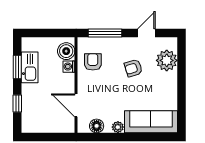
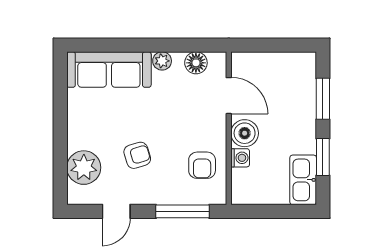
boiler: (66, 51) -> (245, 133), moved
kitchen sink: (30, 67) -> (303, 180), moved
window: (17, 103) -> (323, 99), width x1.50

